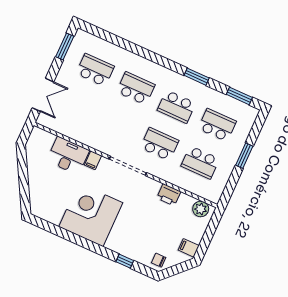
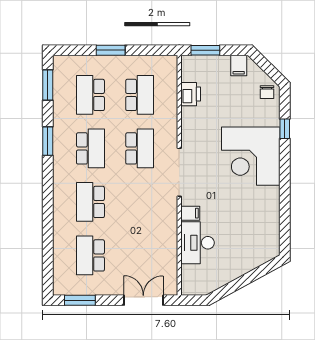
school desk: (160, 144) -> (140, 148), turned 180
printer: (169, 195) -> (191, 94), moved
plant: (201, 209) -> (190, 72), removed
corner desk: (91, 215) -> (251, 156), moved
window: (212, 228) -> (205, 50), added

